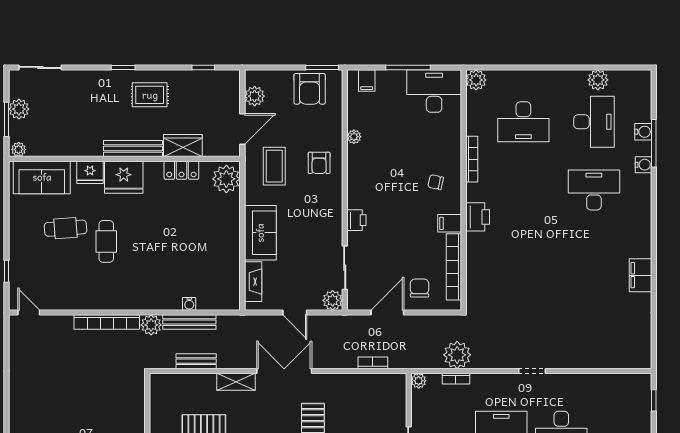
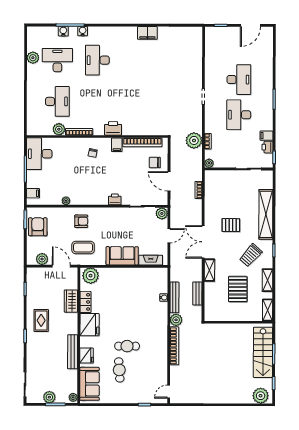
plant: (476, 80) -> (59, 129), moved
armchair: (310, 89) -> (38, 227), turned -90
bench: (133, 148) -> (73, 352), moved
fridge: (124, 177) -> (89, 325), moved

